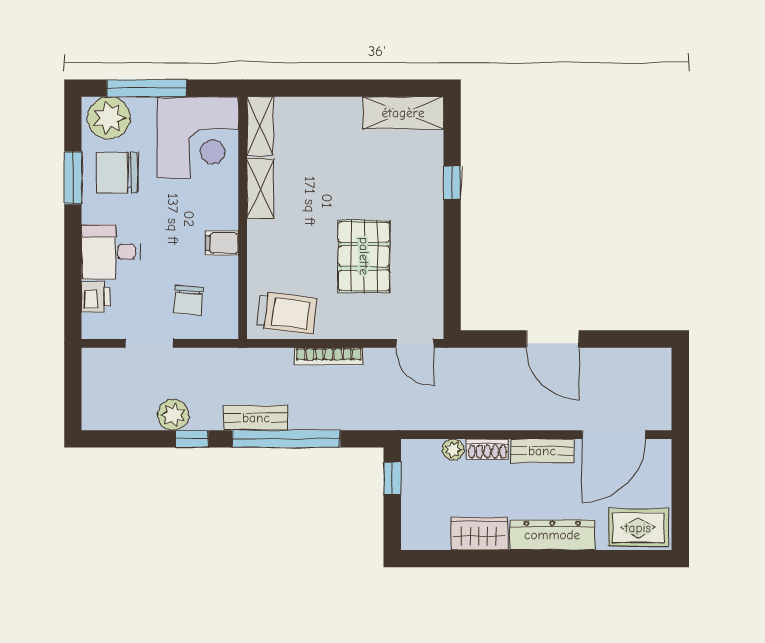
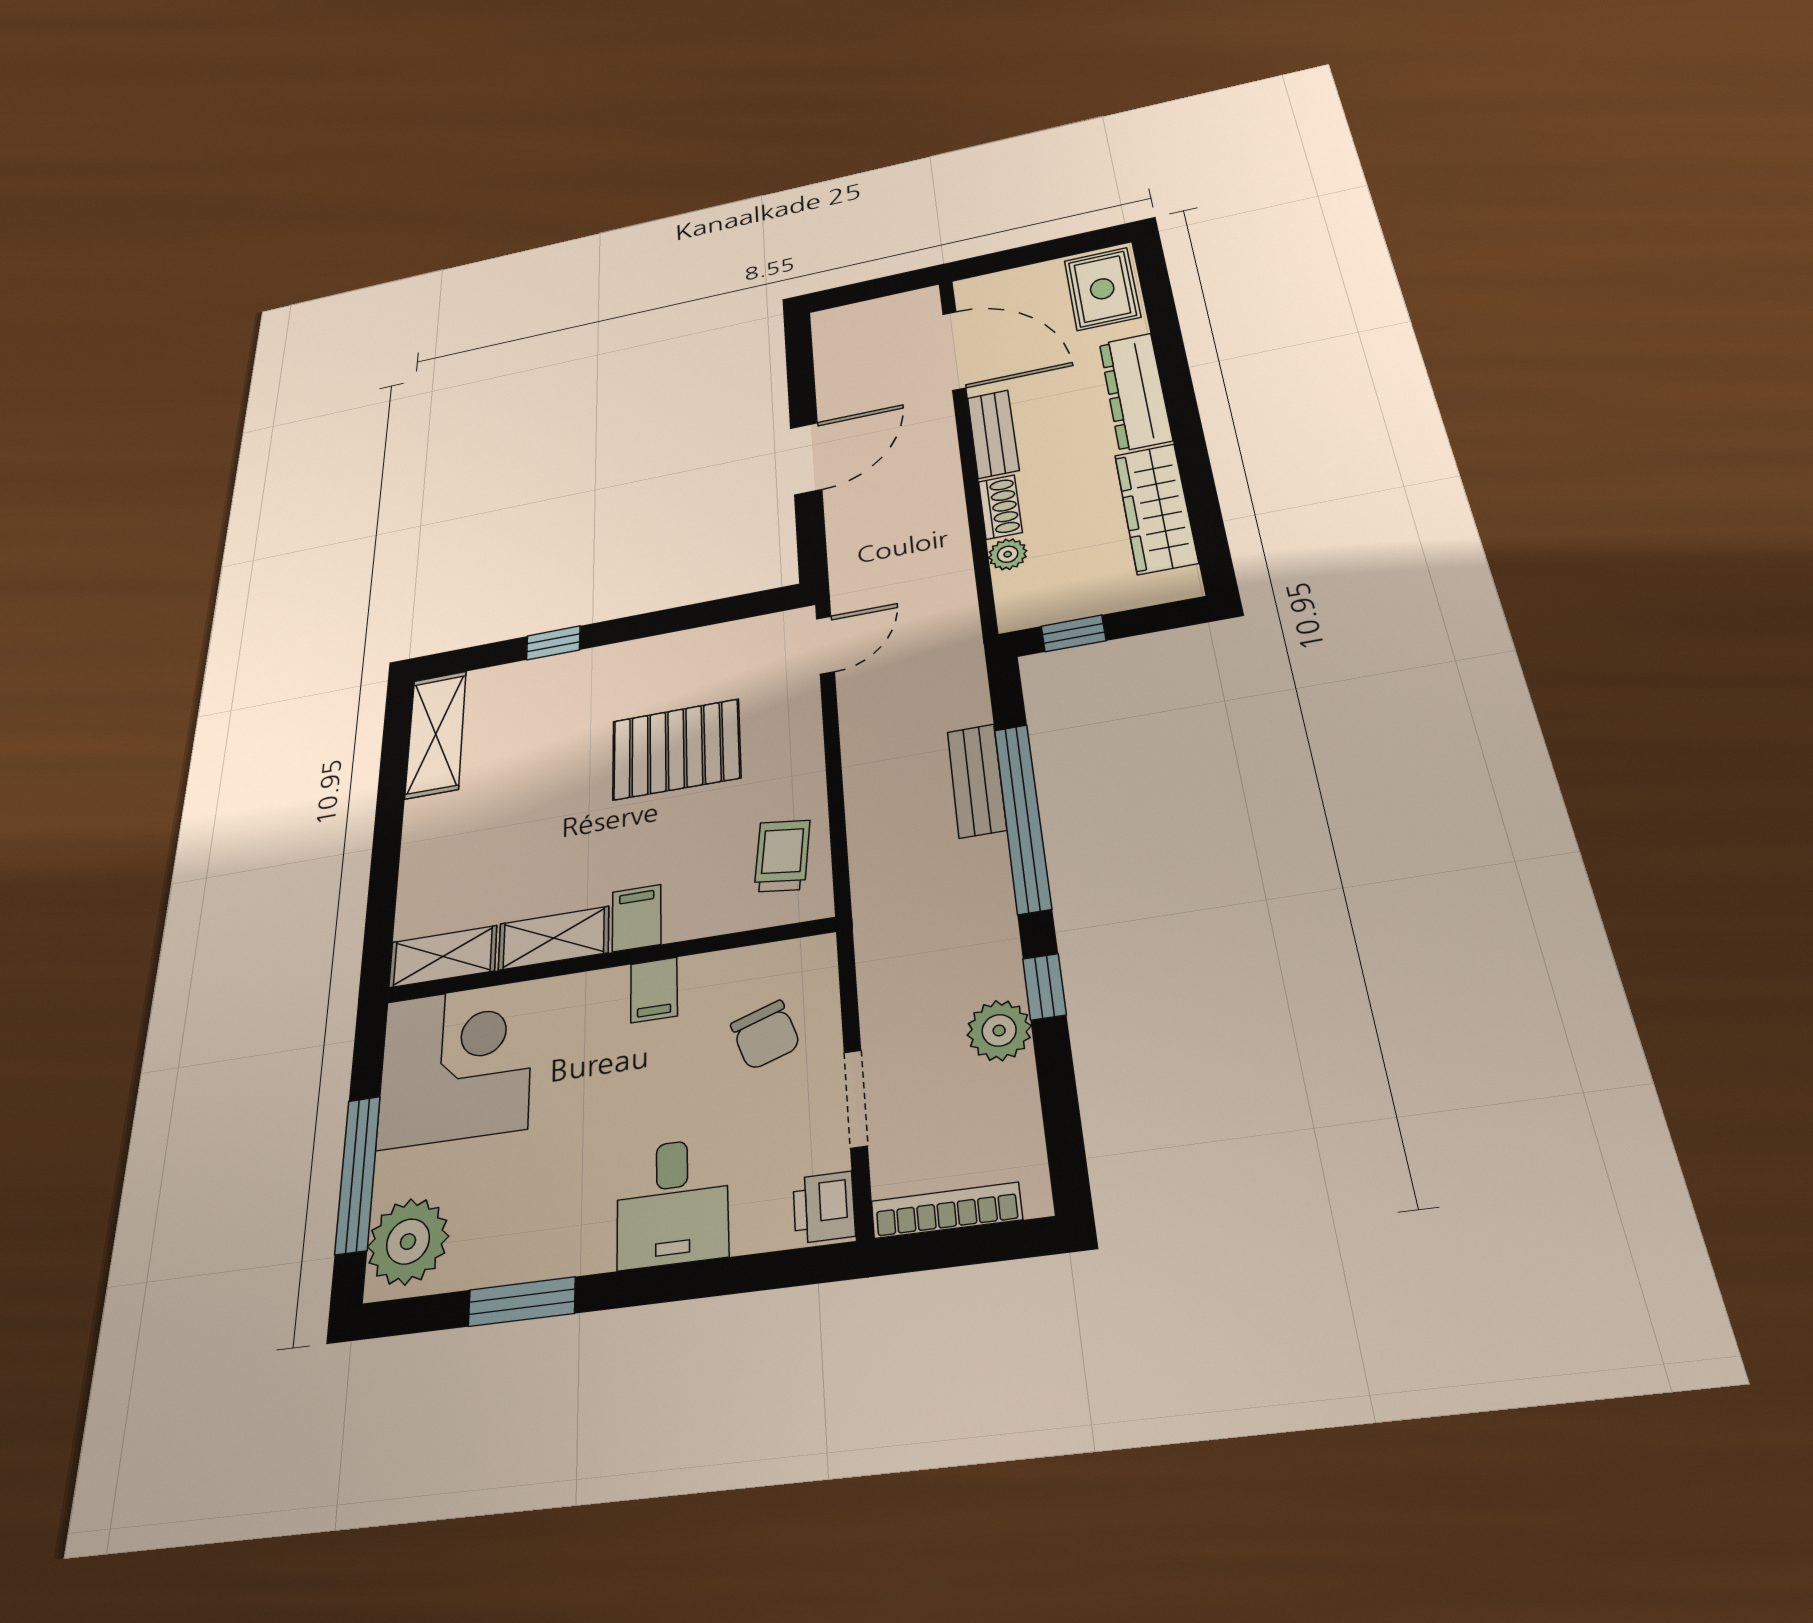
chair: (117, 172) -> (515, 1210), removed
filing cabinet: (264, 234) -> (637, 918), added
printer: (96, 297) -> (824, 1207), moved, turned -90
chair: (189, 300) -> (765, 1035), turned 67
trolley: (287, 313) -> (782, 856), width x0.73, depth x0.72
bookcase: (329, 356) -> (946, 1210), moved, turned -90
bench: (256, 418) -> (977, 781), moved
wardrobe: (479, 534) -> (1156, 508), width x1.50

